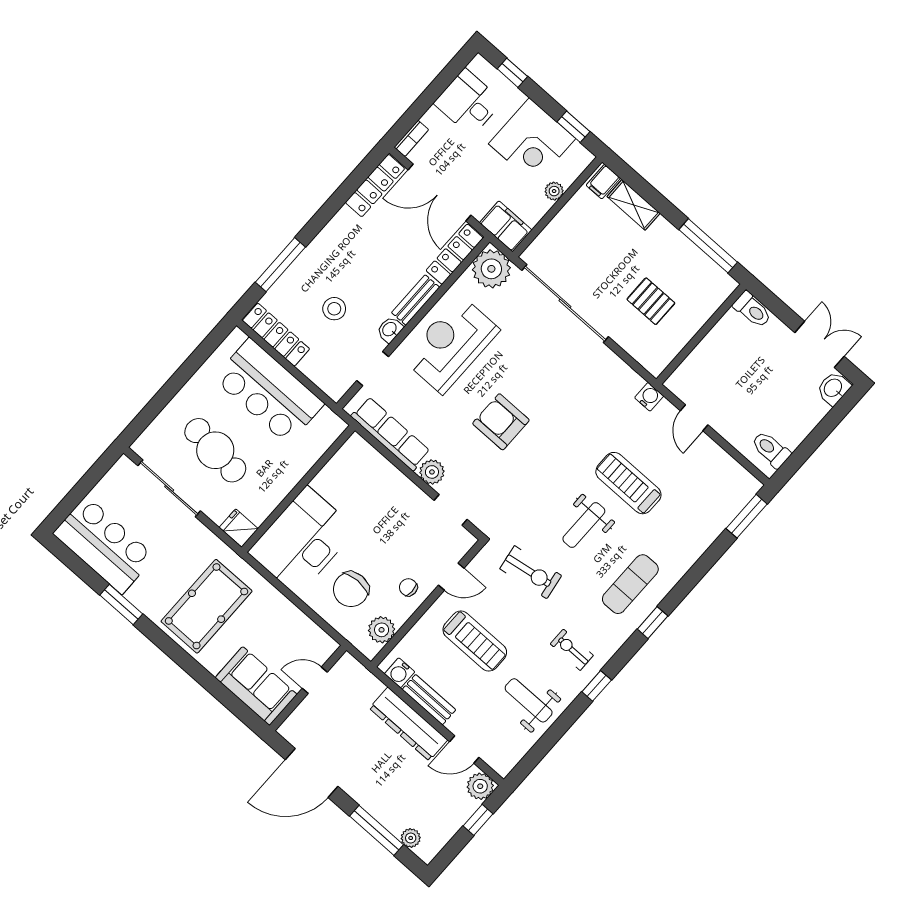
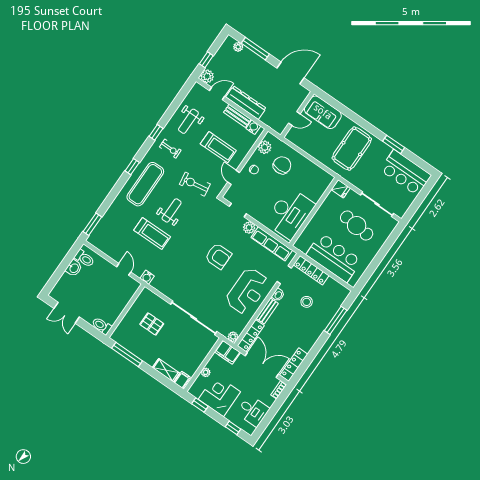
plant: (491, 269) -> (233, 337), width x0.53, depth x0.53
locker: (276, 335) -> (311, 270), moved
washbasin: (833, 388) -> (74, 268), moved
desk: (302, 541) -> (290, 213), moved
door: (451, 577) -> (234, 177), hinge flipped
exercise mat: (630, 584) -> (145, 184), width x1.36, depth x1.45
treadmill: (475, 641) -> (218, 147), turned 180
weight bench: (529, 700) -> (188, 121), turned 90

